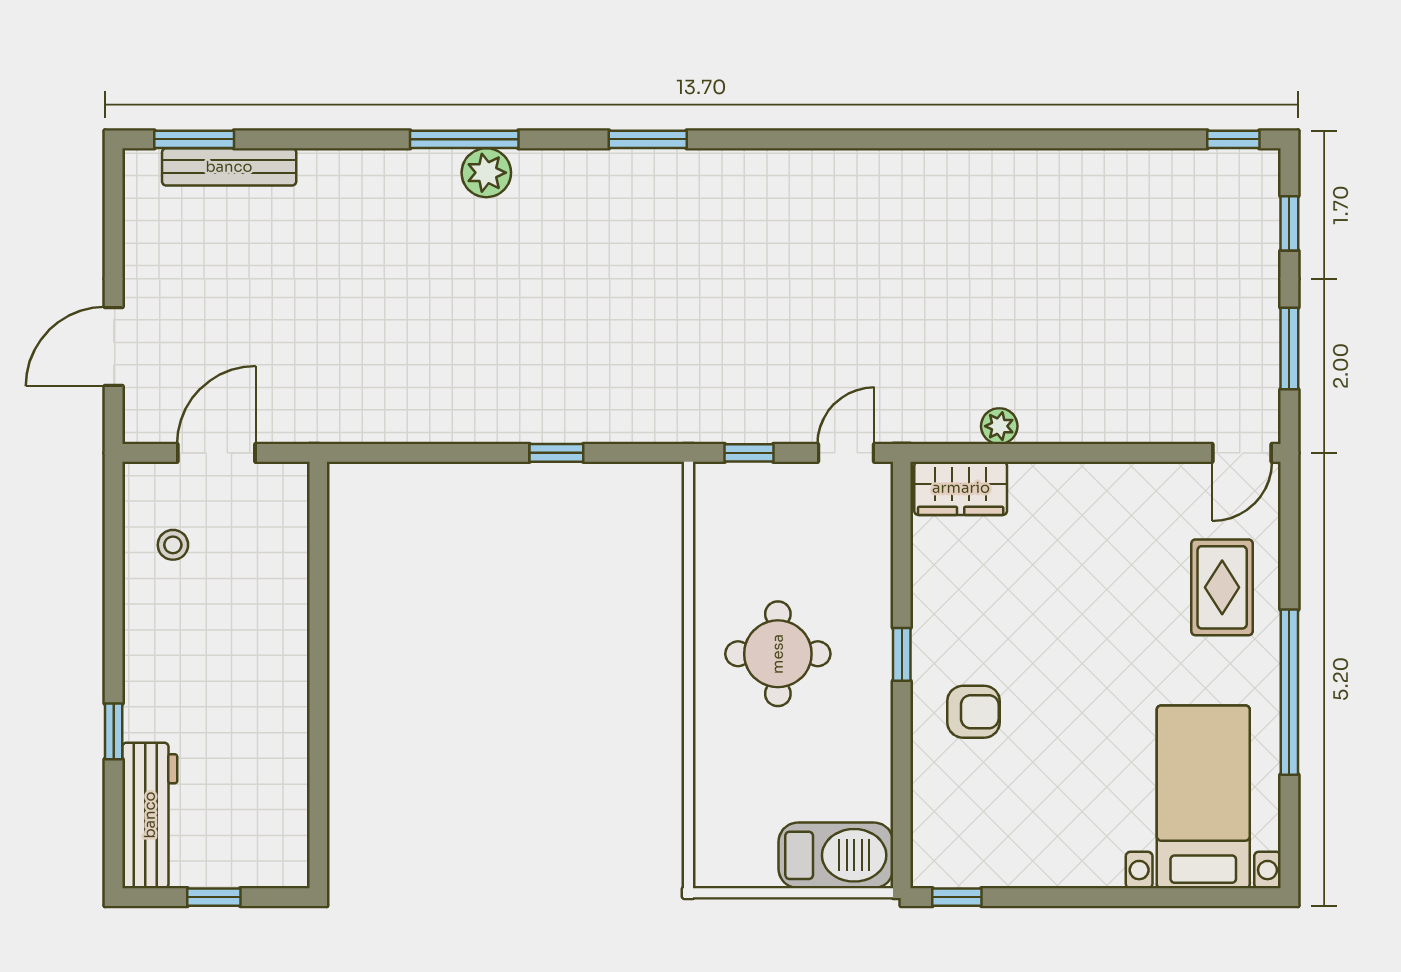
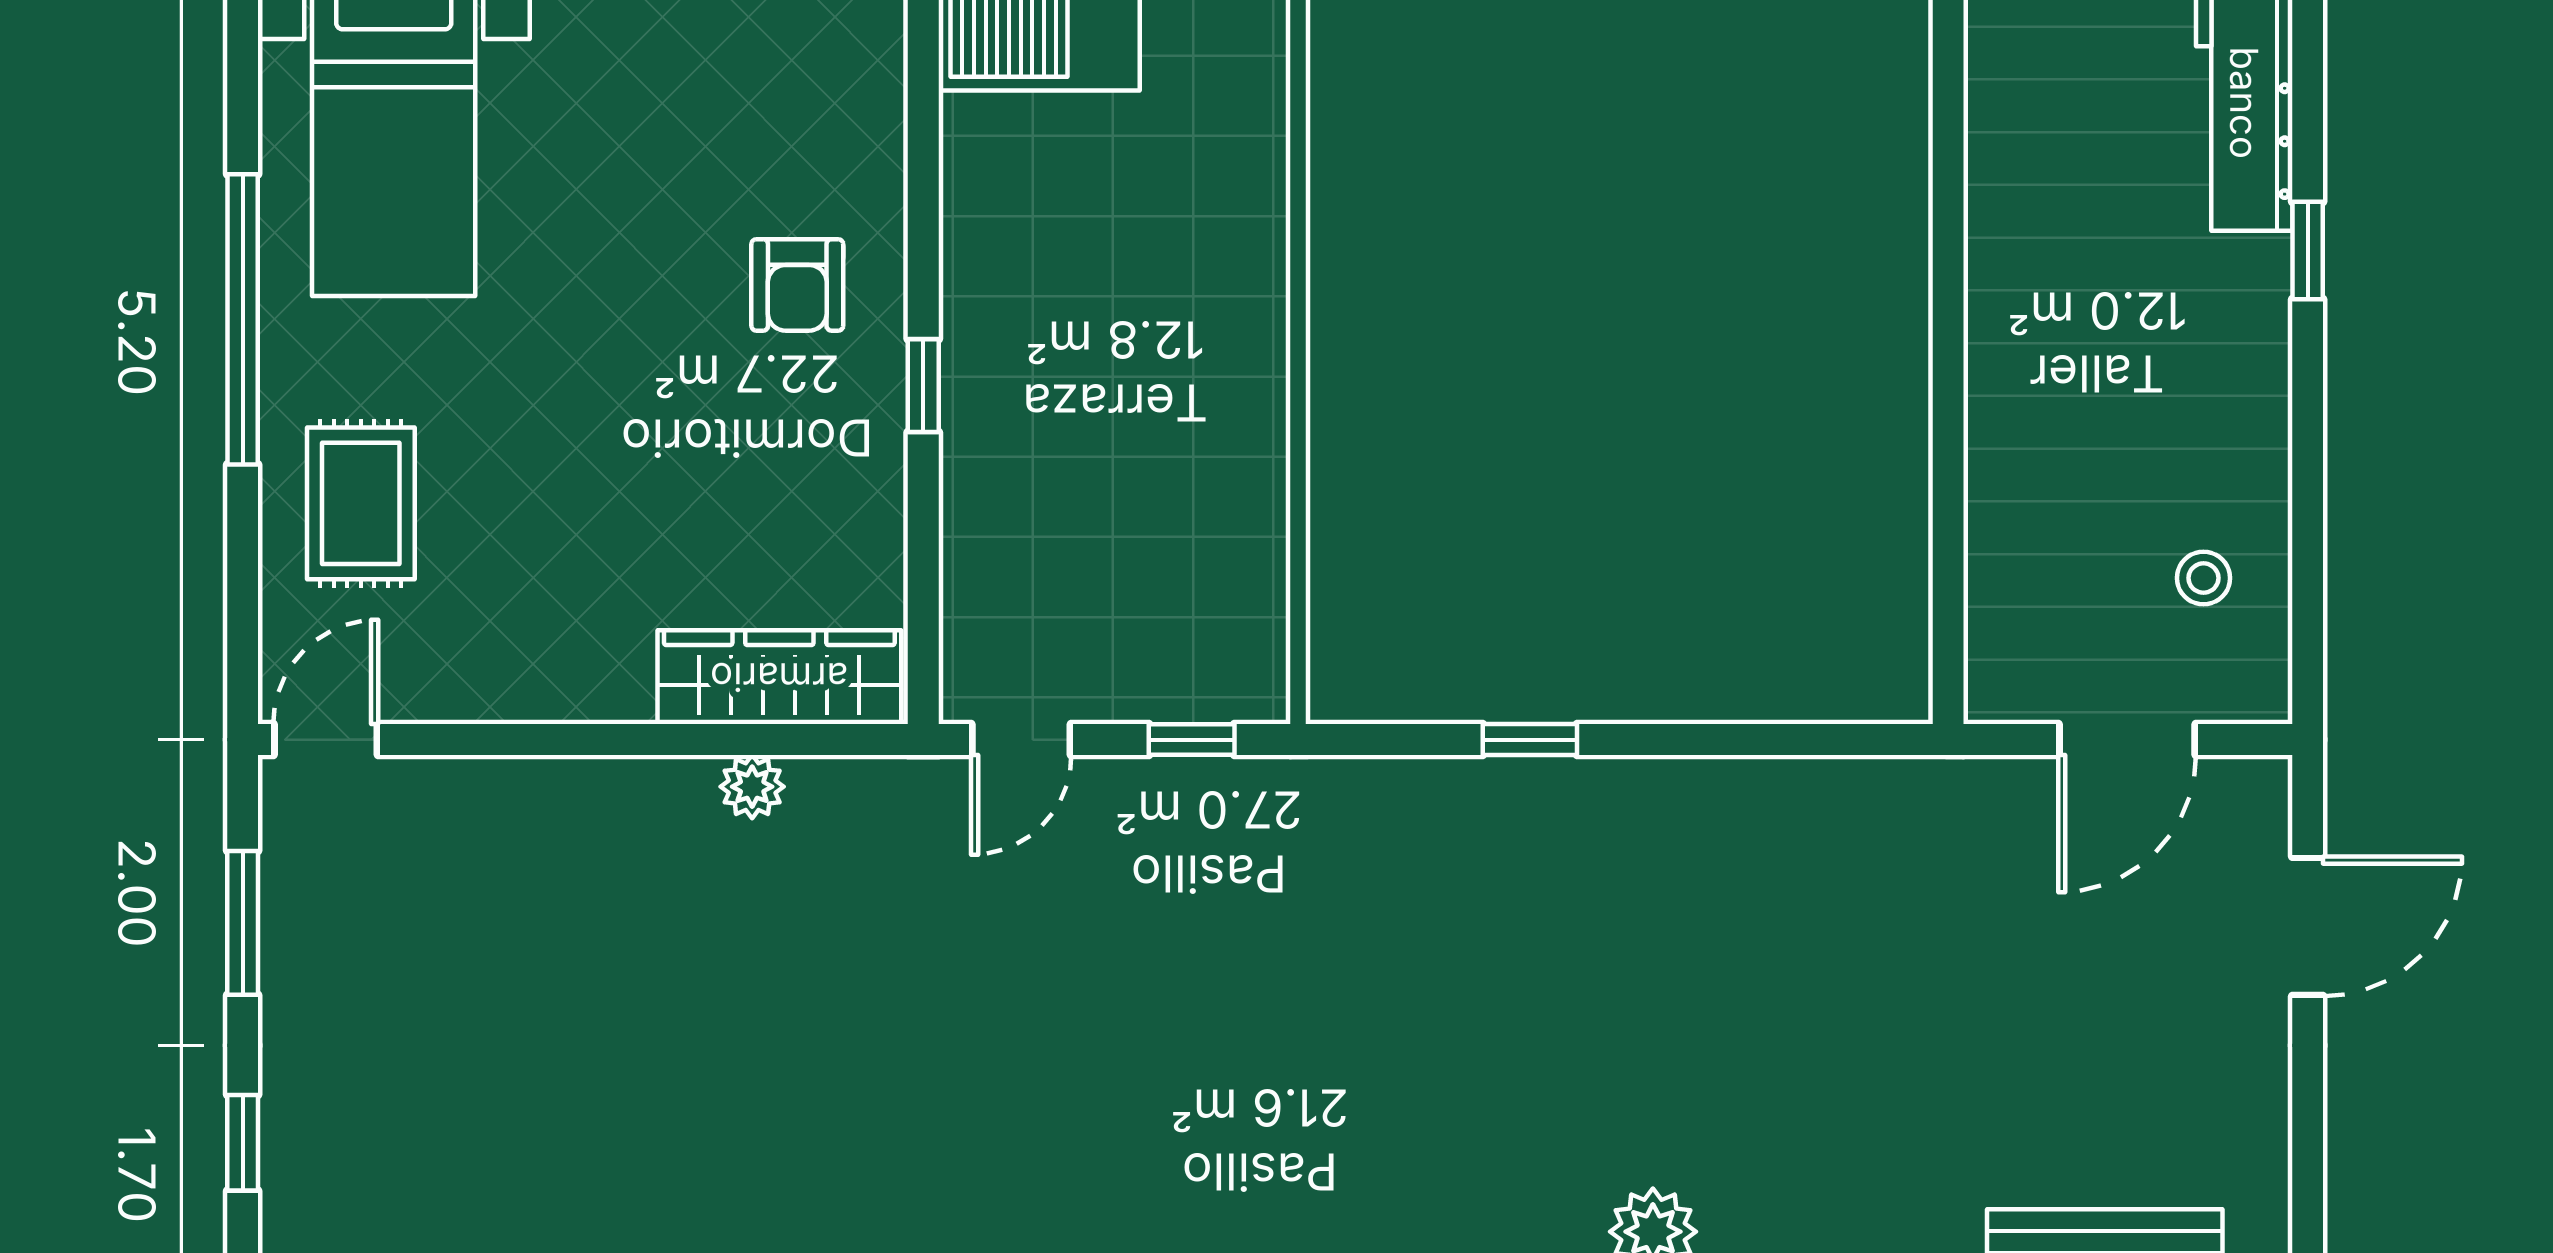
wardrobe: (961, 488) -> (779, 677), width x1.50
round table: (778, 654) -> (1141, 387), removed
armchair: (974, 712) -> (797, 285), turned -90

